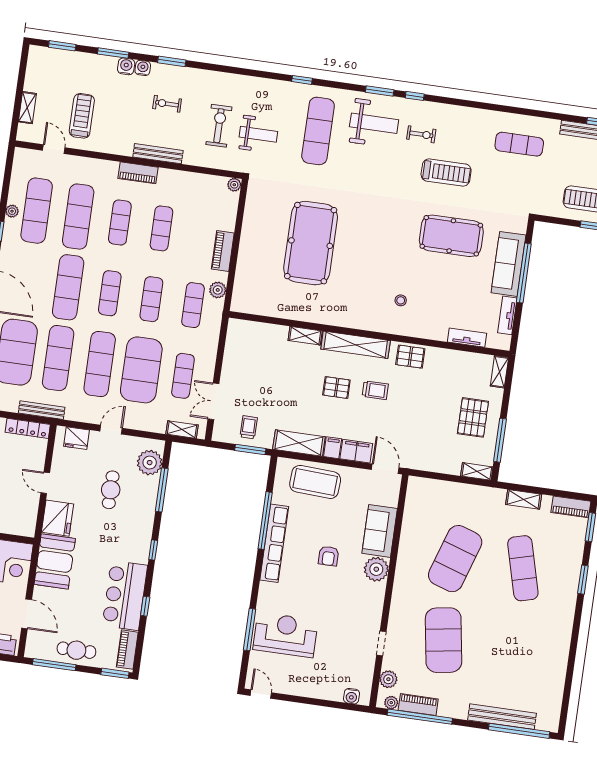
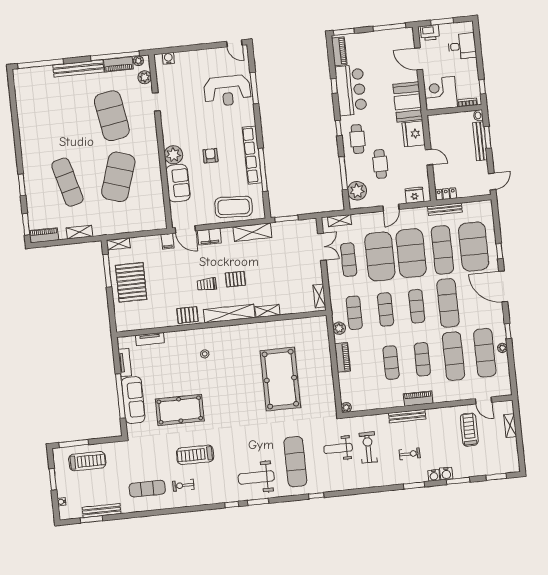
treadmill: (82, 116) -> (469, 430), turned 180
exercise bike: (219, 126) -> (368, 447), turned 180
exercise bike: (421, 134) -> (183, 485), moved
exercise mat: (100, 364) -> (411, 253), width x1.47
shelving: (499, 372) -> (319, 296), moved
pallet: (473, 417) -> (131, 282), width x1.37, depth x1.41
trolley: (249, 427) -> (292, 234), removed
locker: (28, 428) -> (446, 194), width x0.66
filing cabinet: (333, 448) -> (168, 241), moved
cafe table: (76, 650) -> (357, 139), moved, turned 90
bench: (502, 717) -> (78, 68), moved

